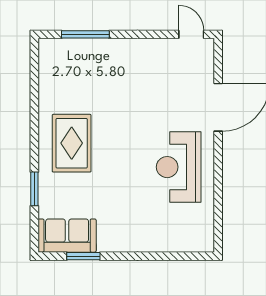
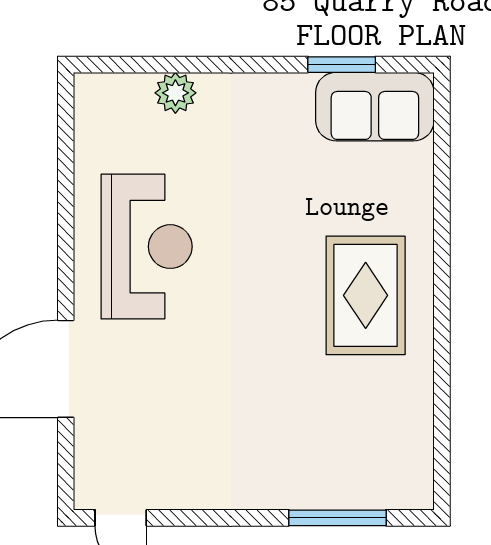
window: (34, 189) -> (442, 202), removed
plant: (165, 242) -> (175, 93), added

